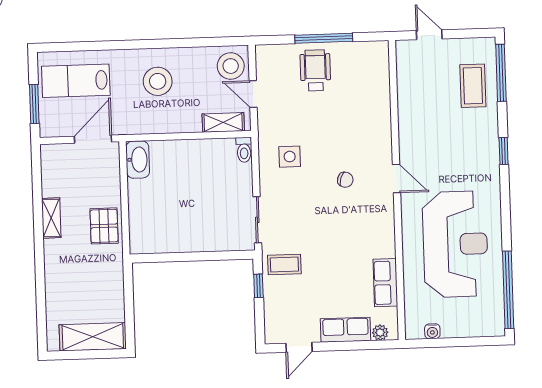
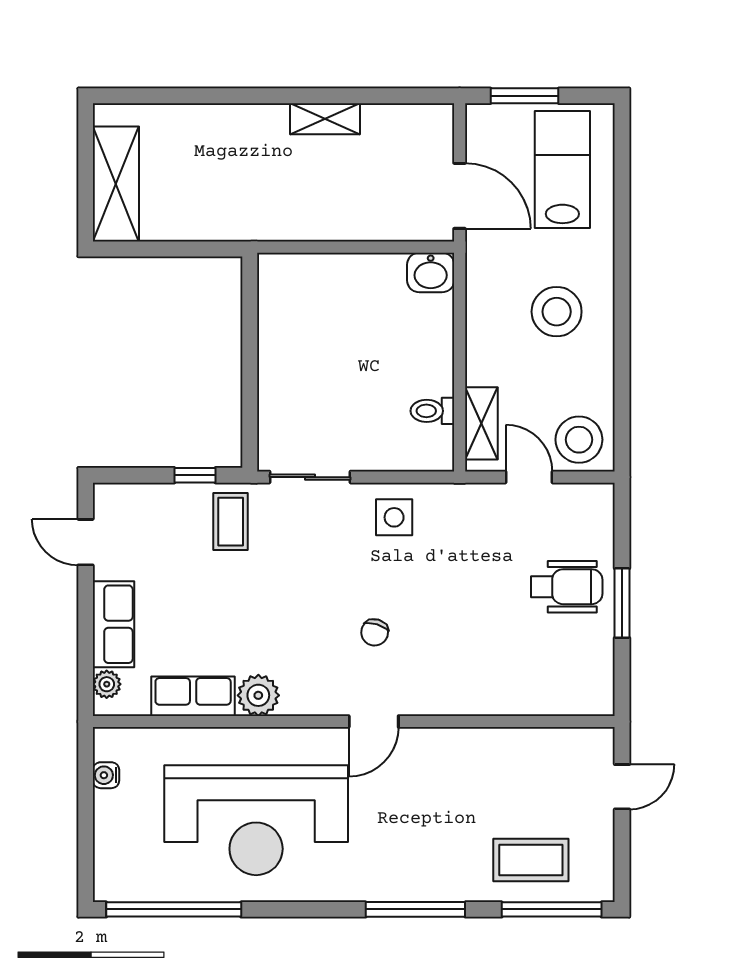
window: (324, 38) -> (622, 603), width x0.69
door: (253, 94) -> (529, 477), hinge flipped
toilet: (244, 150) -> (432, 411), moved
window: (504, 151) -> (415, 909), width x2.17
side table: (290, 157) -> (394, 517), moved
washbasin: (138, 160) -> (431, 272), width x0.72
pallet: (104, 226) -> (308, 210), removed
plant: (384, 245) -> (258, 695), added

